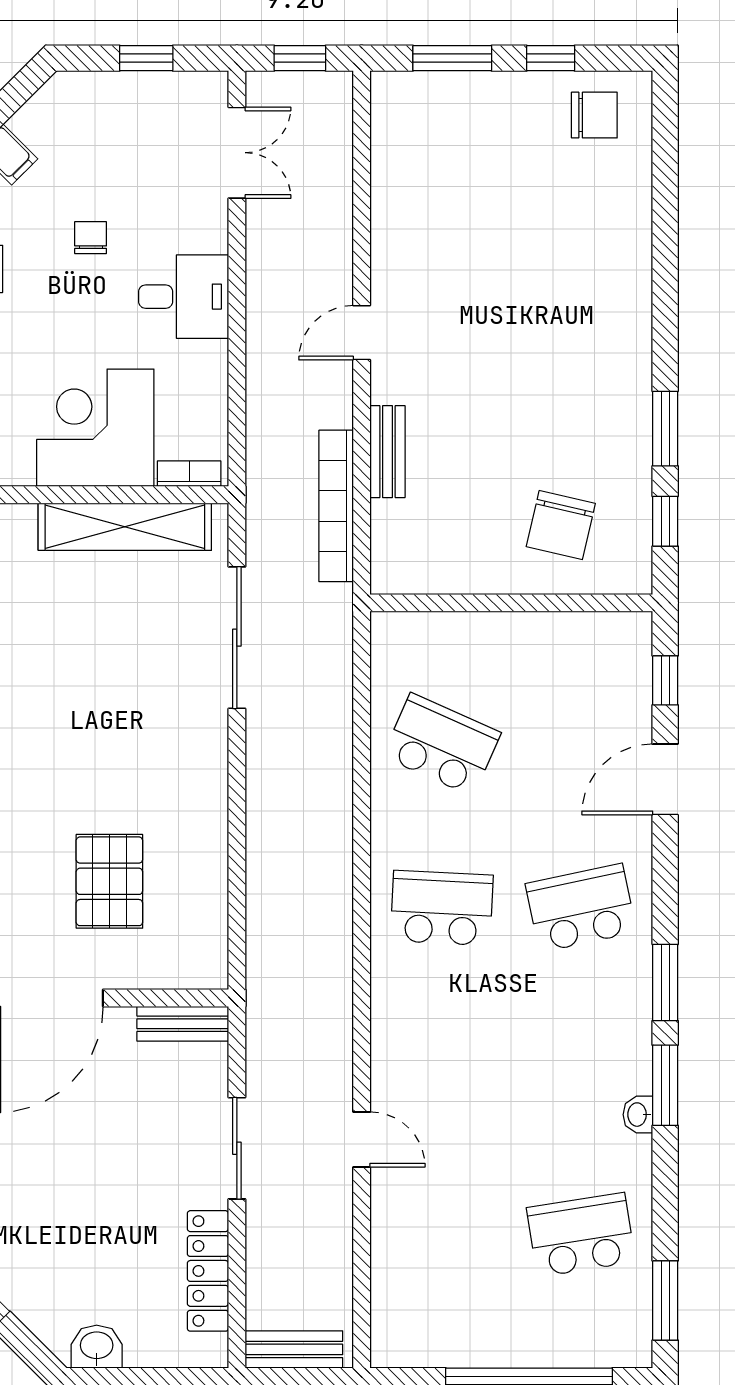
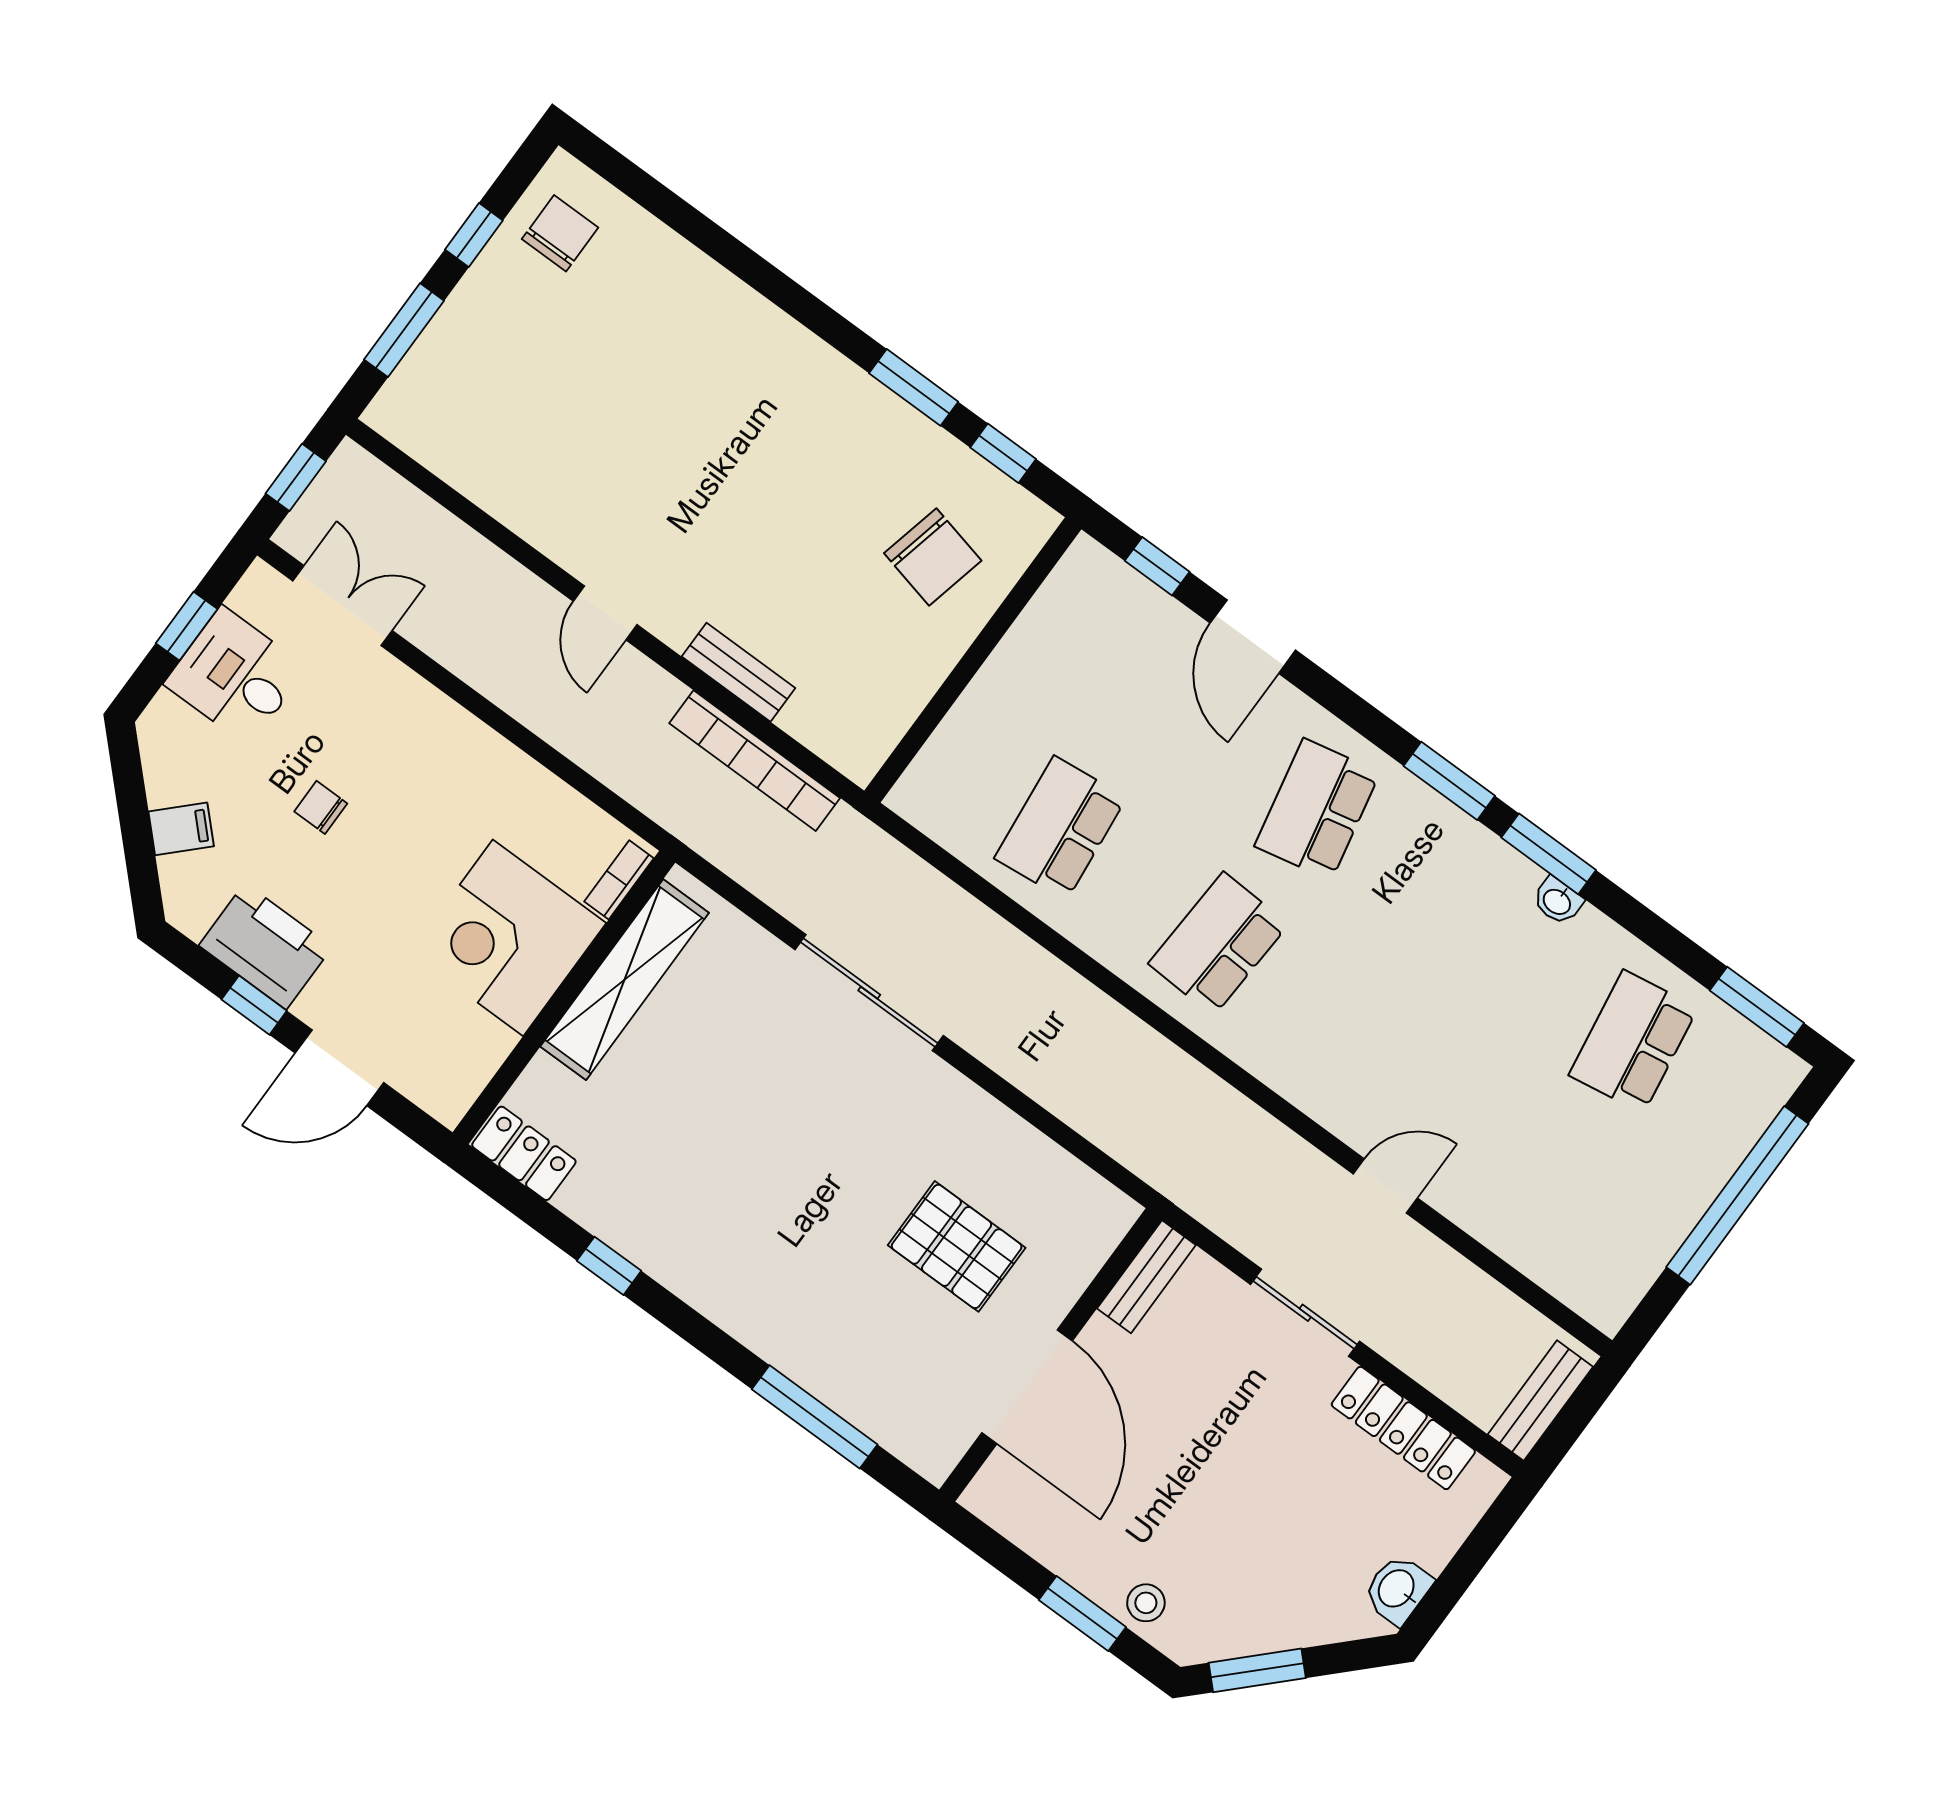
desk: (184, 297) -> (235, 676), moved, turned -90
sliding door: (237, 638) -> (869, 993), moved
school desk: (442, 745) -> (1060, 828), turned -30

